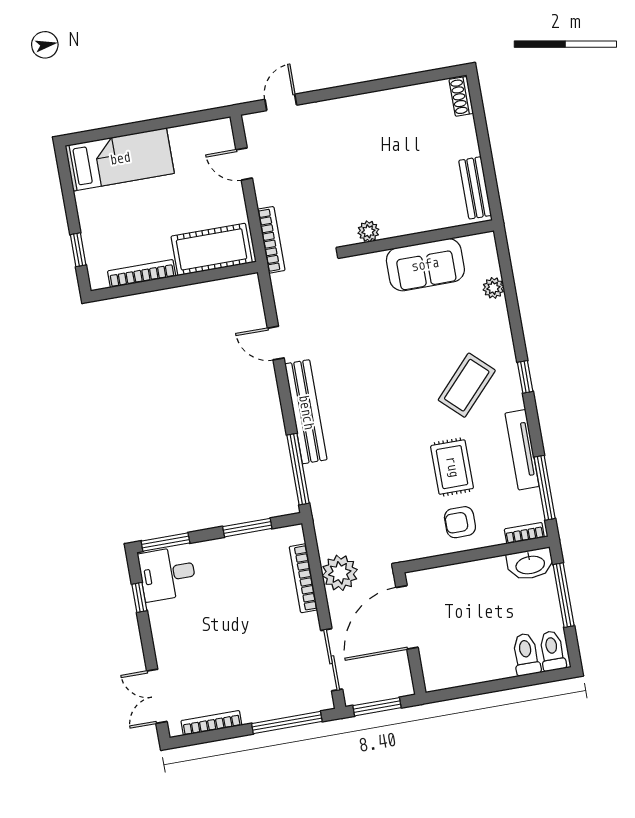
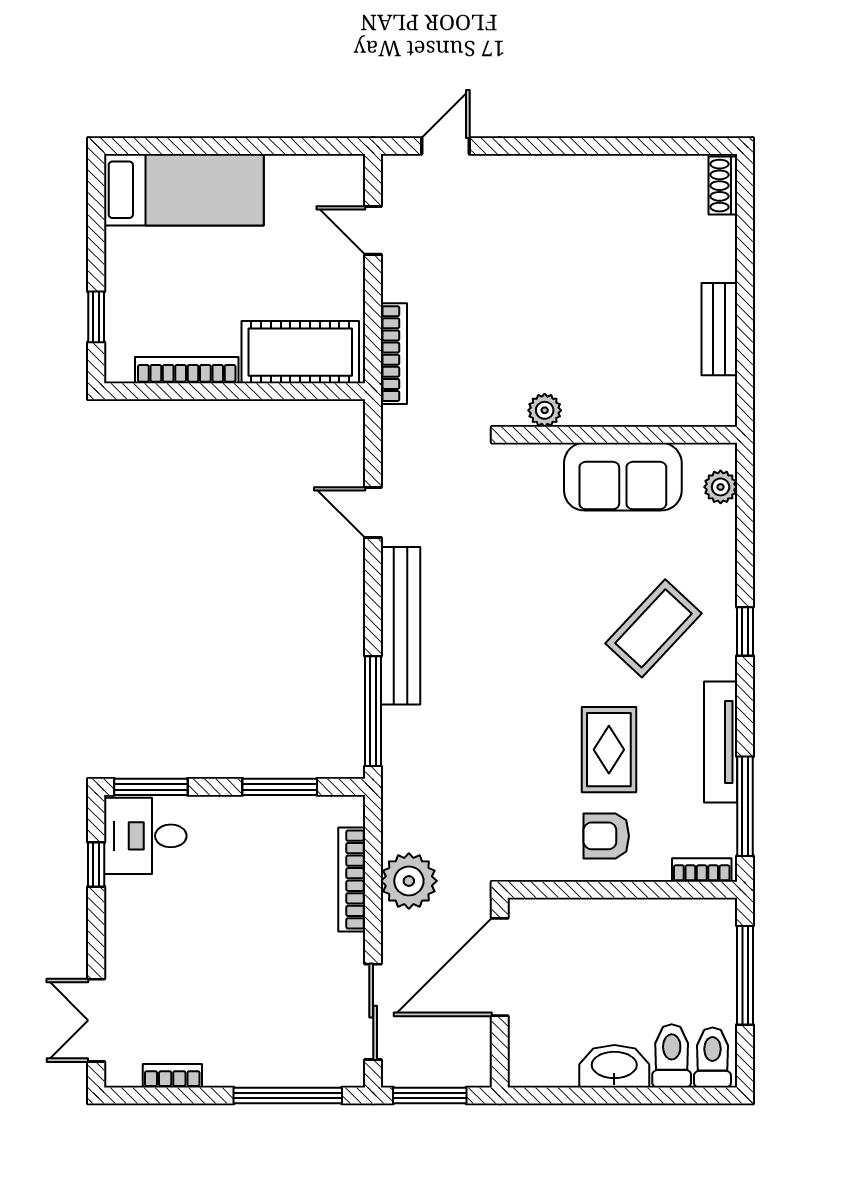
plant: (368, 231) -> (545, 410), moved
wall: (420, 238) -> (622, 435), moved
sofa: (425, 265) -> (623, 477), moved
washbasin: (530, 564) -> (614, 1066), moved, turned 180
bookcase: (211, 723) -> (172, 1076), width x0.64

